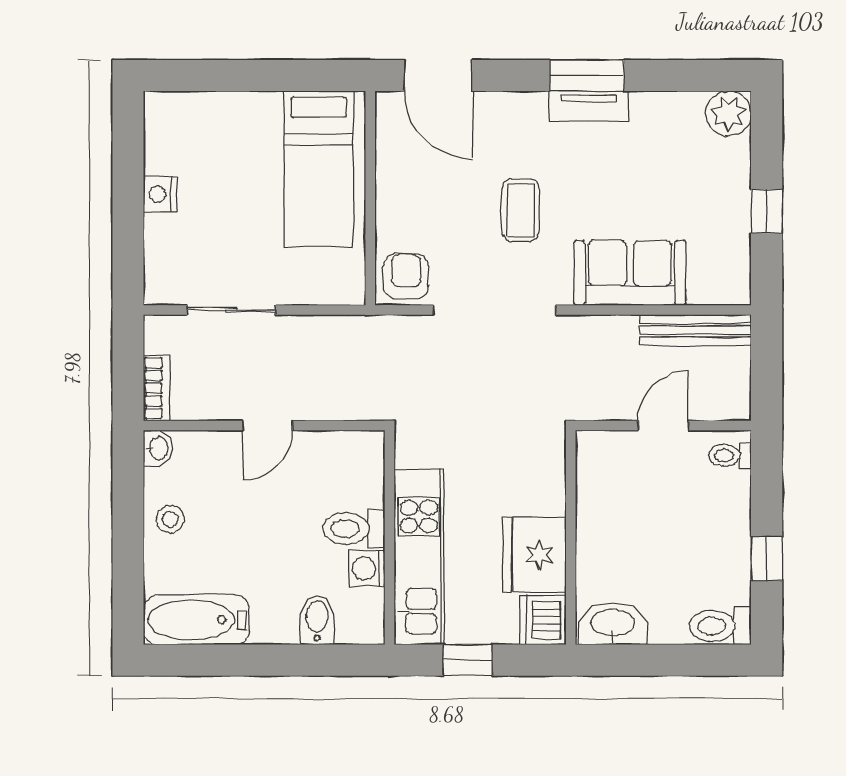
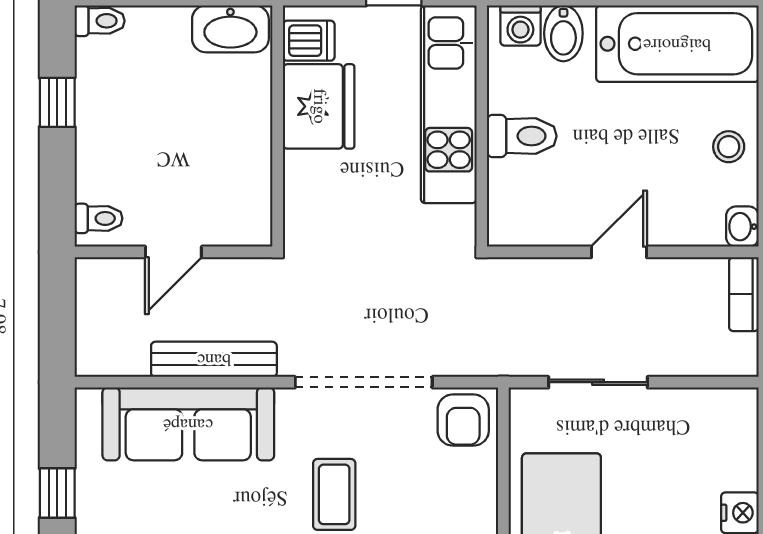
sofa: (630, 273) -> (188, 424), width x1.36
sliding door: (231, 310) -> (598, 382), moved
bench: (695, 330) -> (214, 359), moved
washing machine: (367, 568) -> (520, 26), moved, turned 90
bathtub: (196, 620) -> (677, 44), width x1.36, depth x1.36
dishwasher: (543, 620) -> (309, 41), width x0.73
toilet: (720, 626) -> (100, 21), width x0.73, depth x0.72

